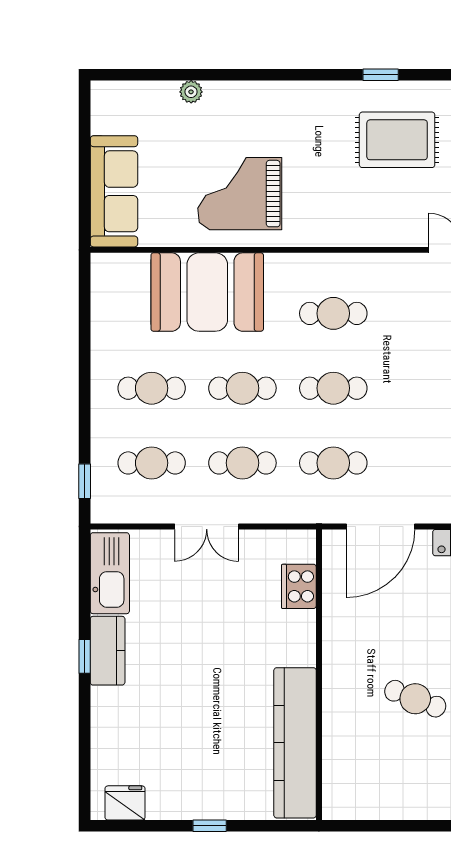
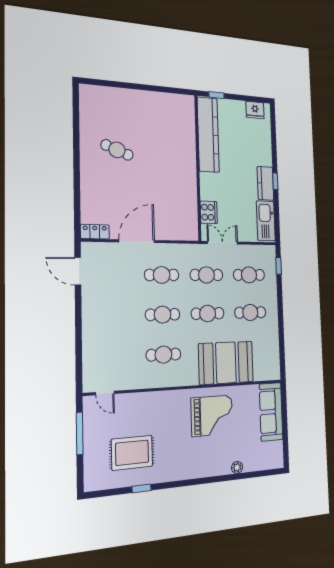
cooker: (299, 586) -> (209, 212), moved
wall: (319, 675) -> (198, 168), moved
kitchen counter: (295, 743) -> (208, 135), moved

